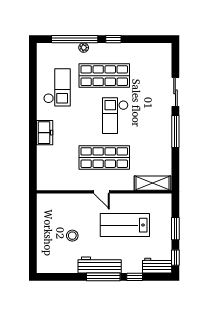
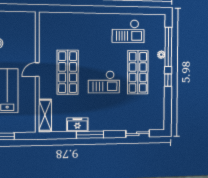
sliding door: (175, 92) -> (138, 134), moved
checkout: (115, 116) -> (104, 82), turned 180
freezer: (45, 133) -> (77, 125), moved, turned 180

